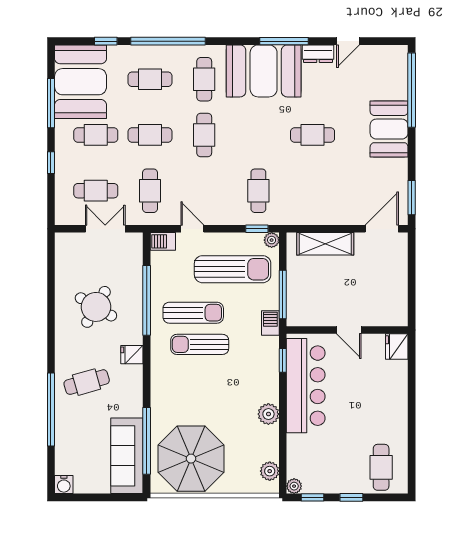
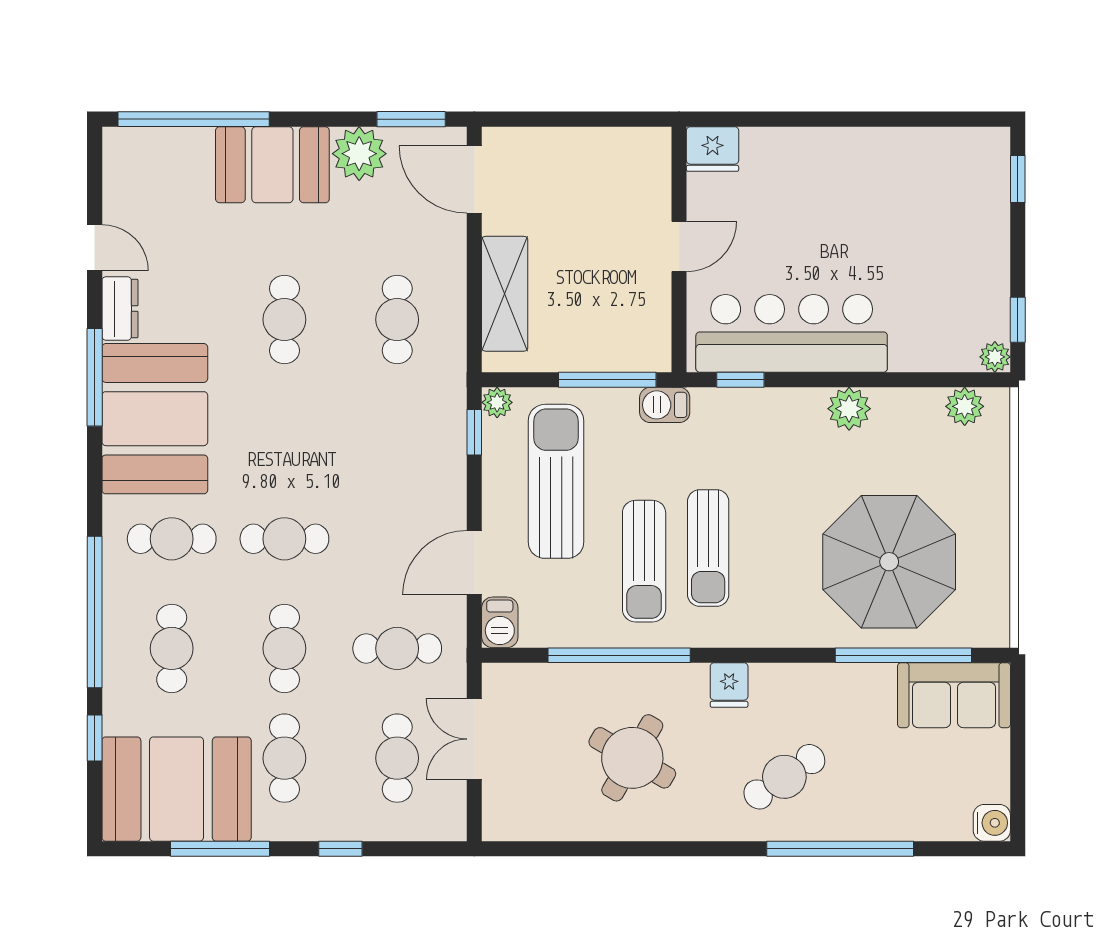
plant: (395, 172) -> (359, 154), added
cafe table: (258, 191) -> (397, 320), moved, turned 90
door: (192, 229) -> (474, 563), width x1.38
sun lounger: (193, 313) -> (644, 561), turned 180
cafe table: (87, 382) -> (784, 777), turned 72
sofa: (127, 456) -> (954, 695), width x0.73
parasol: (191, 459) -> (889, 562), moved
cafe table: (381, 467) -> (957, 181), removed
window: (351, 497) -> (1018, 179), moved

